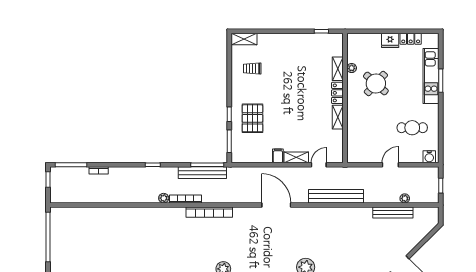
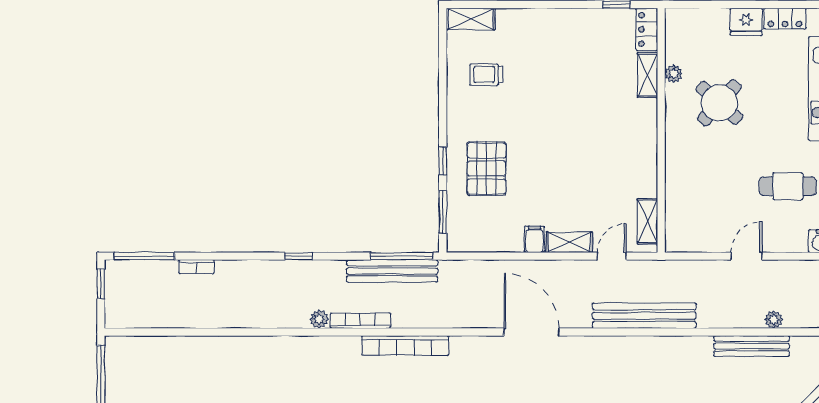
locker: (337, 93) -> (647, 29), moved
shelving: (338, 117) -> (647, 221), moved

